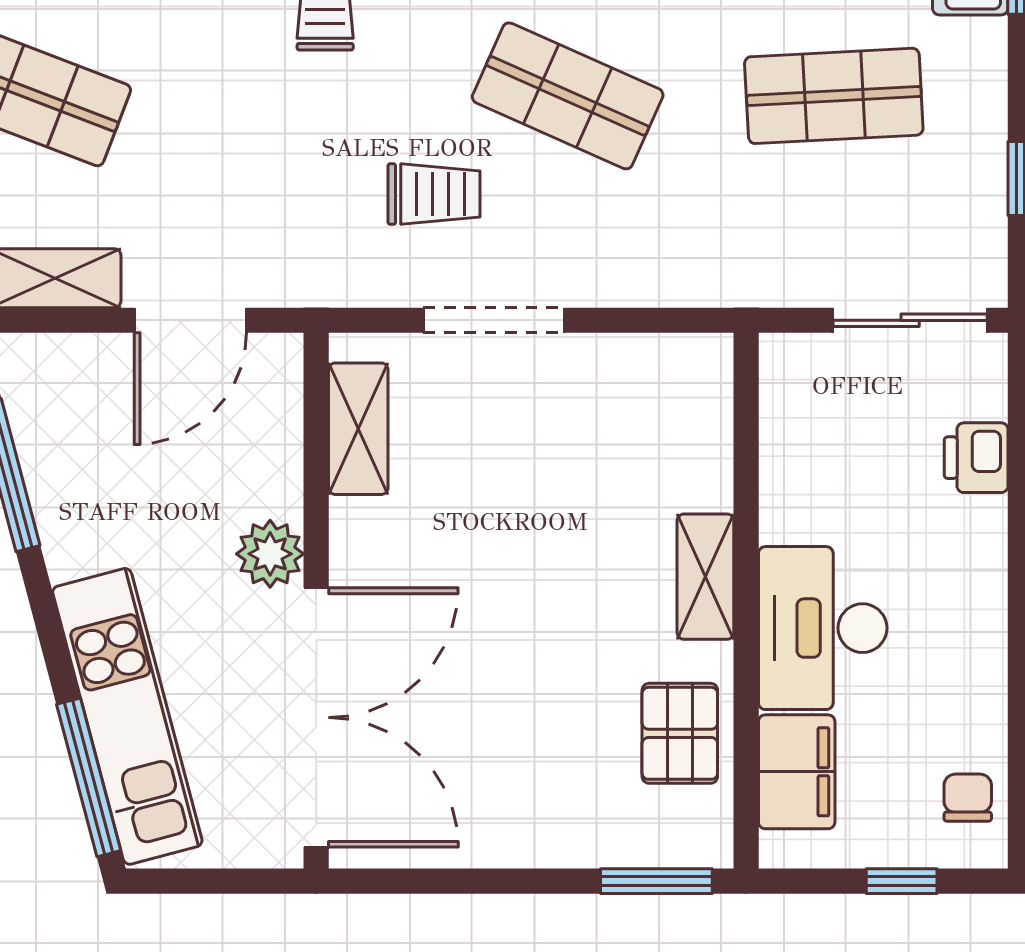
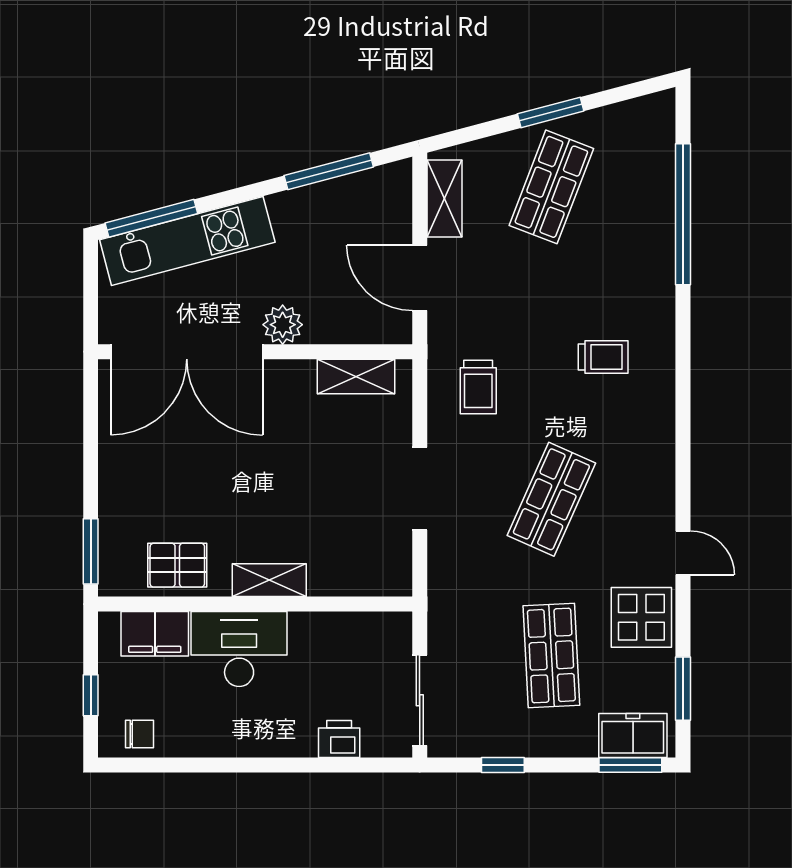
trolley: (434, 194) -> (478, 387), moved
doorway: (494, 320) -> (420, 489), moved

